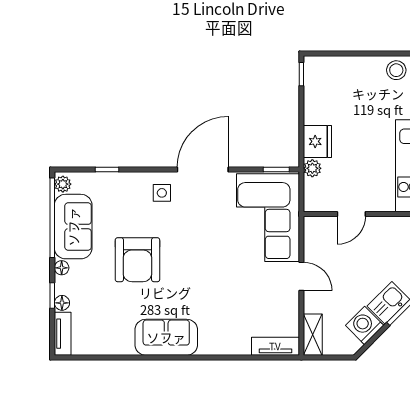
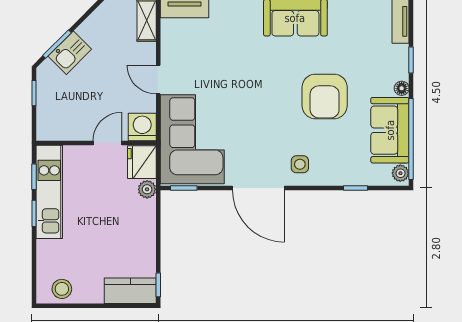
kitchen counter: (329, 68) -> (130, 291), added
fridge: (317, 141) -> (142, 162), moved
door: (203, 170) -> (258, 188), hinge flipped
armchair: (137, 260) -> (325, 96), turned 180
floor lamp: (62, 303) -> (401, 53), removed
washing machine: (365, 325) -> (142, 127), moved, turned -135

